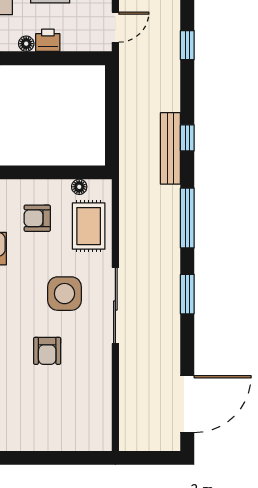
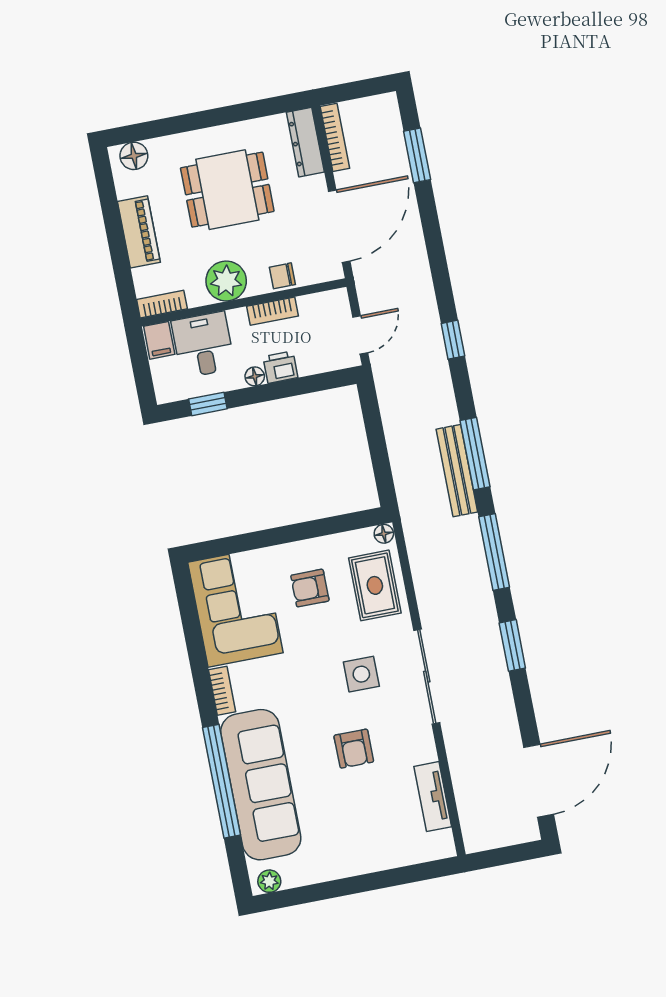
window: (187, 138) -> (475, 454), width x2.17
floor lamp: (79, 187) -> (384, 534), moved
side table: (64, 294) -> (361, 674), width x0.73, depth x0.73
tv unit: (102, 401) -> (433, 797), added

